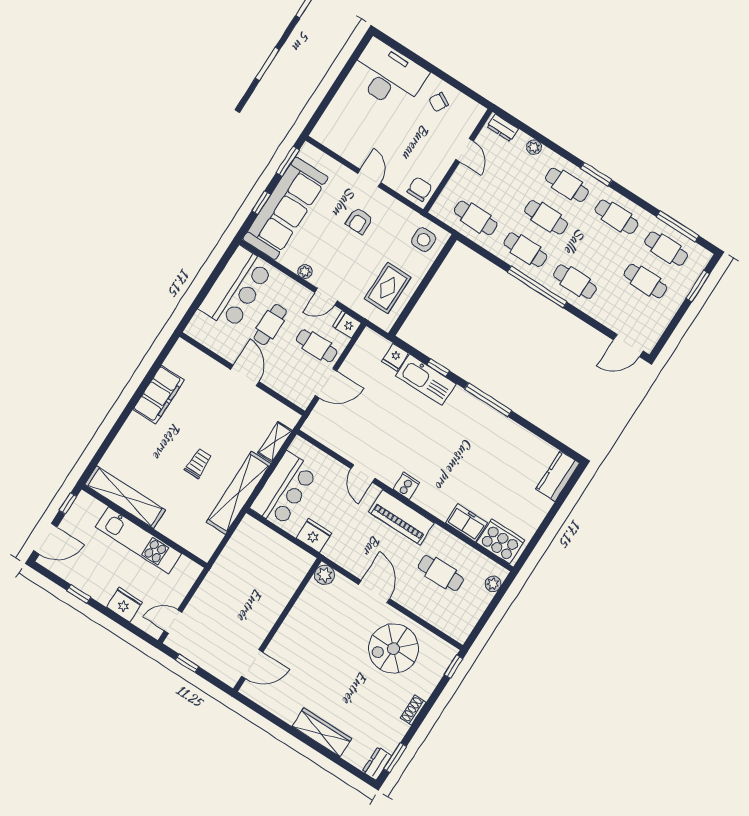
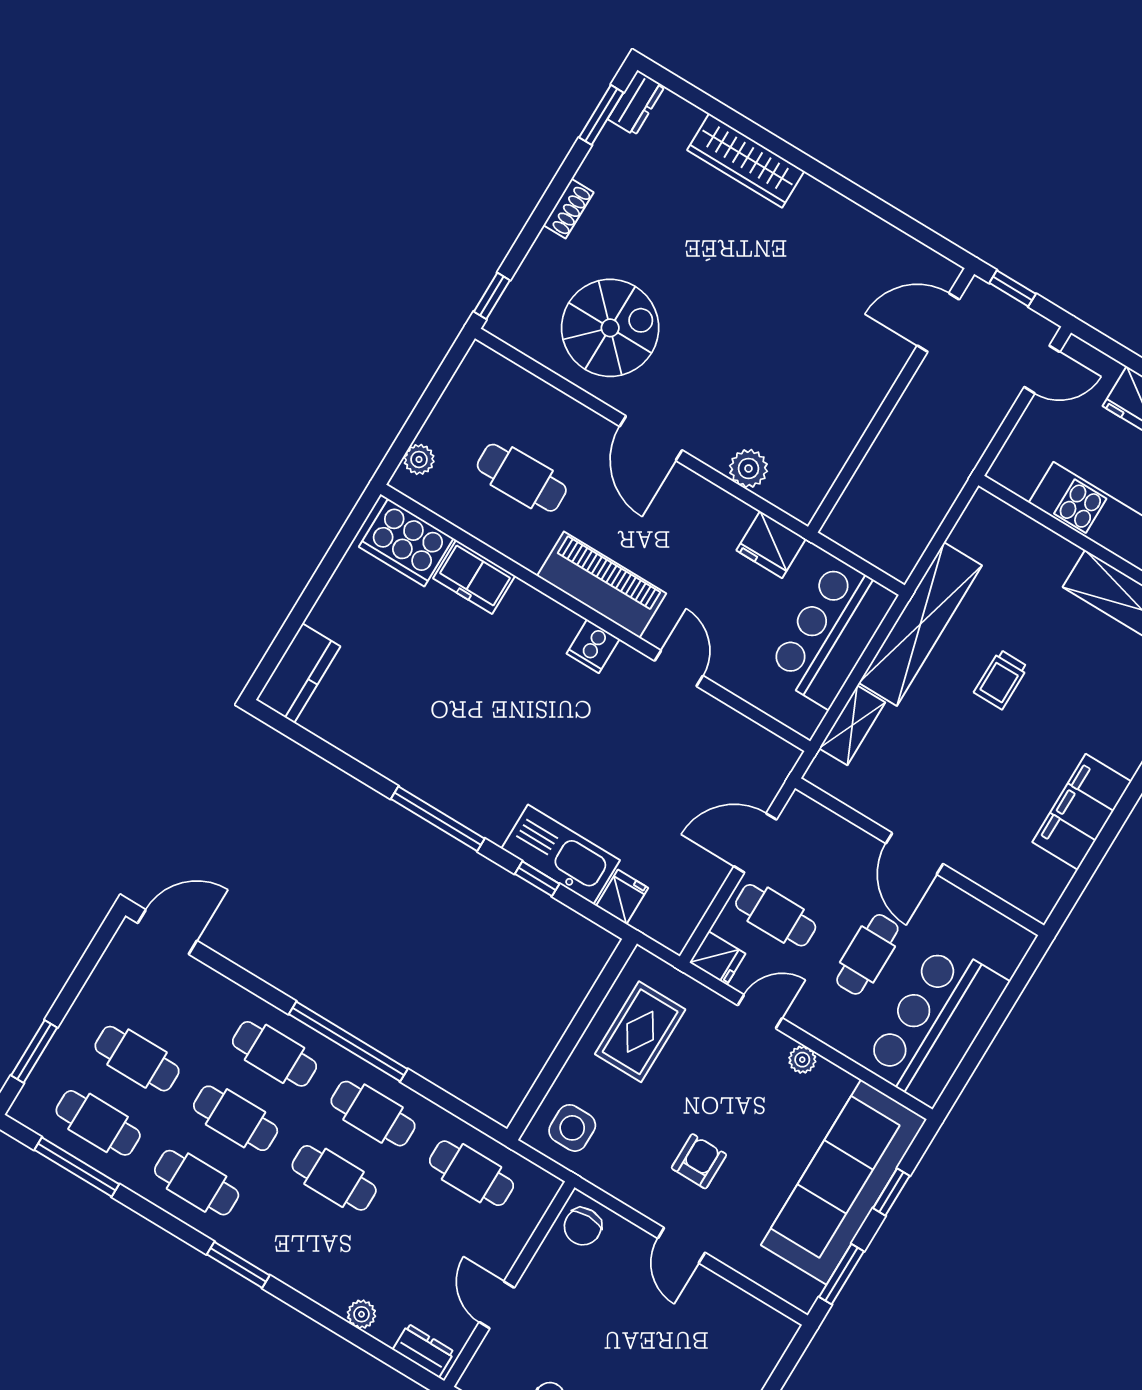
cafe table: (567, 185) -> (236, 1118), moved
wall: (277, 625) -> (891, 400), moved
door: (252, 664) -> (938, 322), moved

